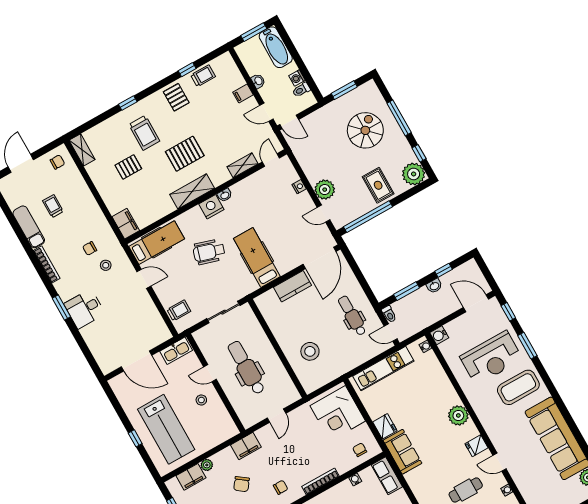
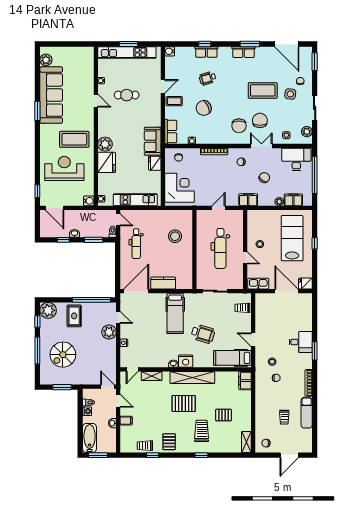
shelving: (192, 191) -> (192, 377), width x1.47
window: (527, 346) -> (37, 111), moved
fridge: (119, 383) -> (305, 284), added
coffee table: (518, 387) -> (74, 139), moved
fridge: (476, 446) -> (107, 162), moved, width x1.88, depth x1.34

